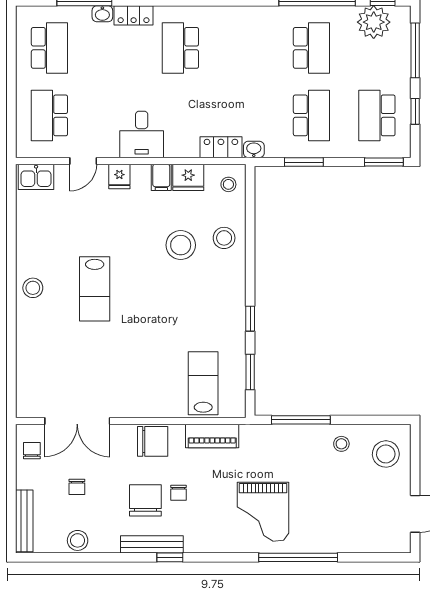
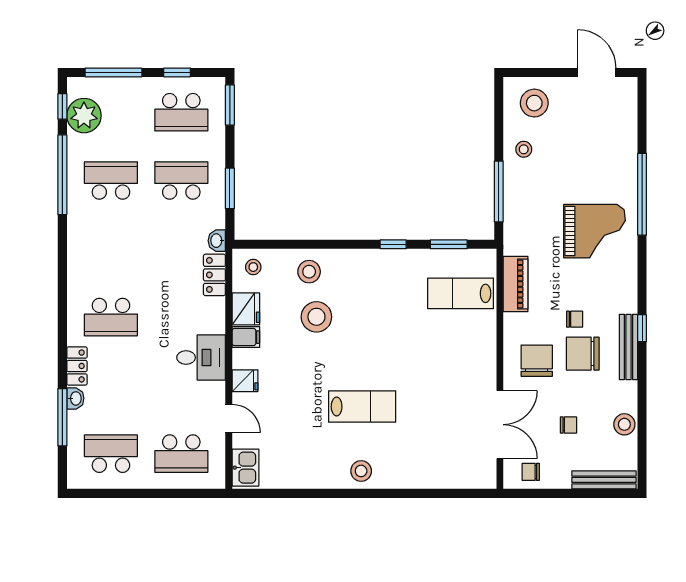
chair: (153, 441) -> (537, 361), moved

